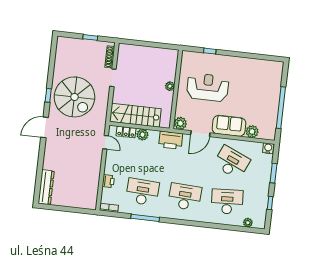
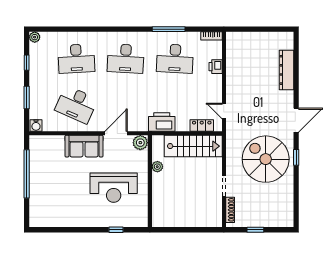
plant: (170, 86) -> (157, 167), moved
plant: (252, 132) -> (57, 143), removed
plant: (142, 135) -> (182, 125), removed
printer: (171, 140) -> (162, 122), moved
dresser: (46, 187) -> (286, 70), moved
plant: (248, 223) -> (35, 37), moved

